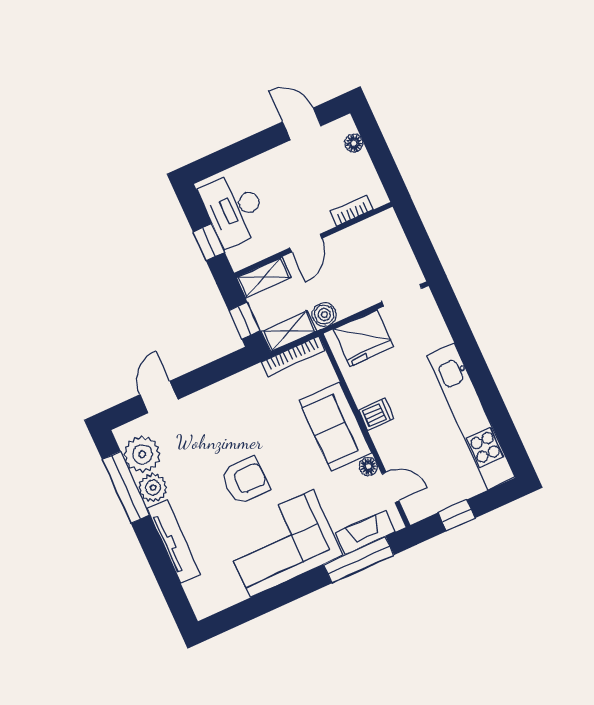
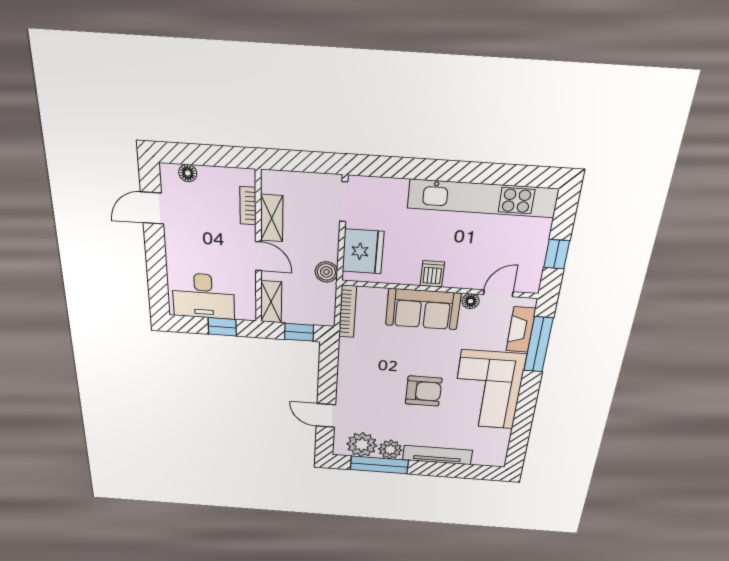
shelving: (289, 331) -> (272, 218), moved
armchair: (245, 480) -> (424, 391), turned 90

